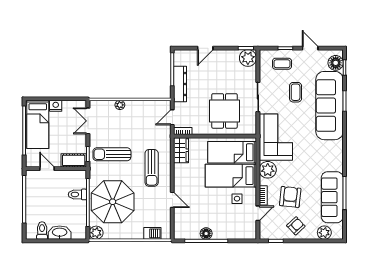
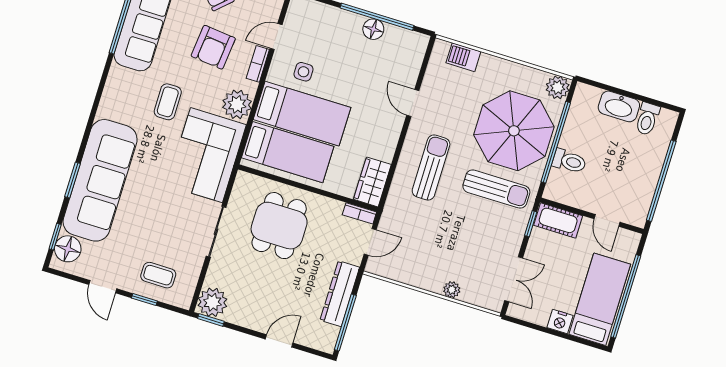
coffee table: (296, 92) -> (168, 102), moved
sun lounger: (112, 154) -> (496, 189), moved

